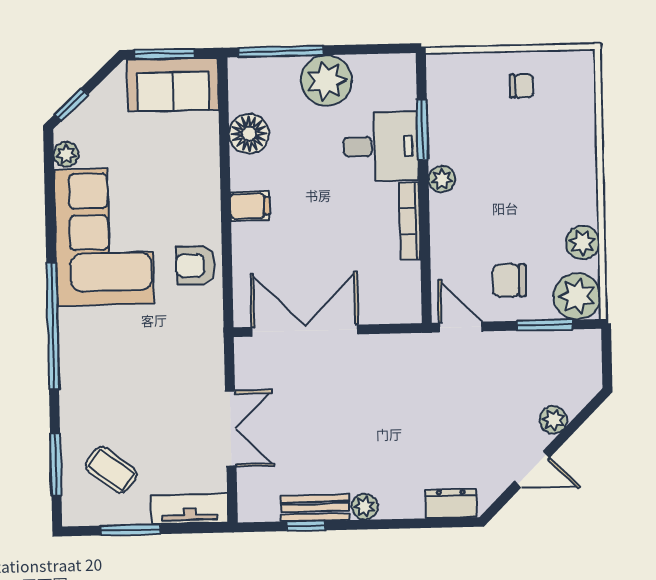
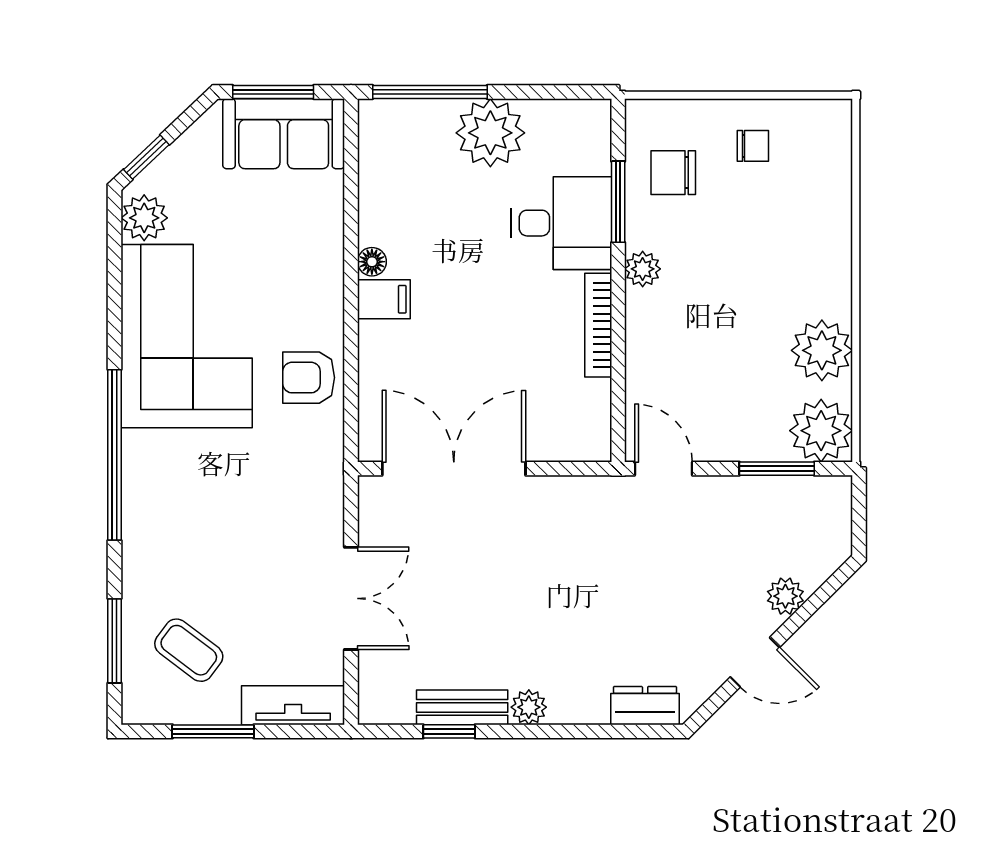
floor lamp: (249, 134) -> (372, 262), moved, width x0.53, depth x0.53
plant: (66, 154) -> (144, 218), width x1.38, depth x1.38
plant: (583, 243) -> (822, 350), width x1.36, depth x1.36
chair: (509, 280) -> (673, 173), moved

